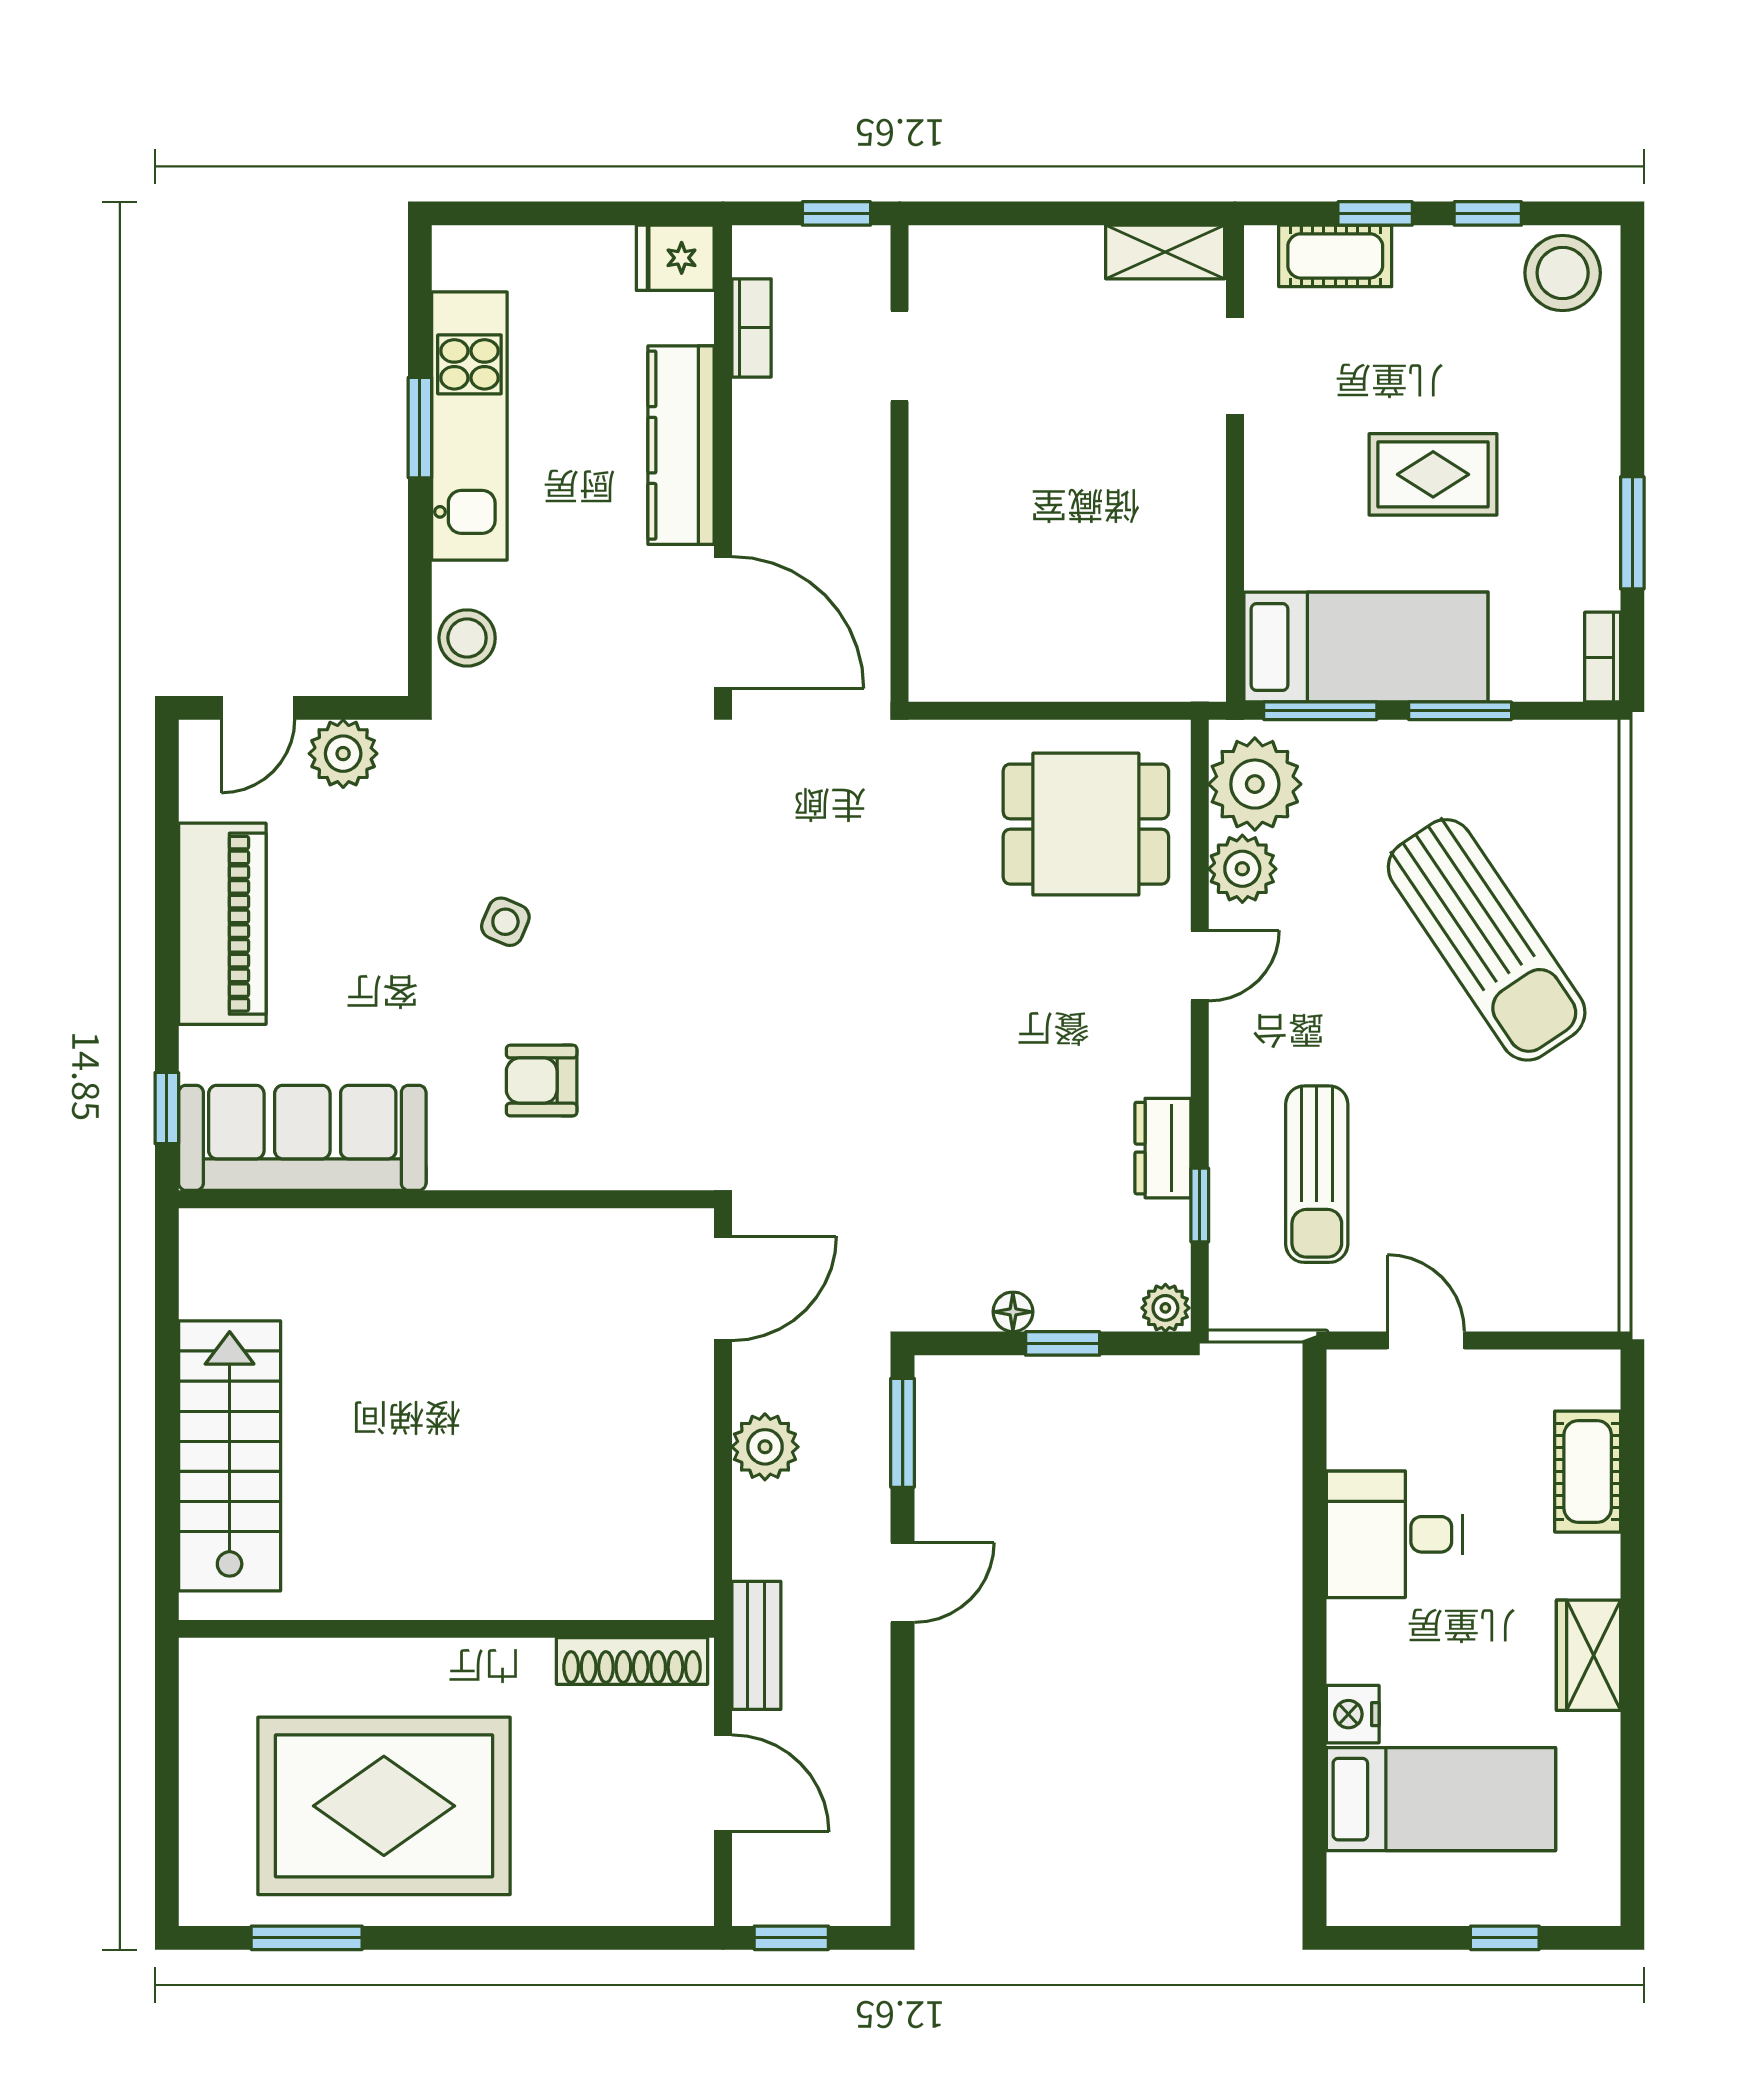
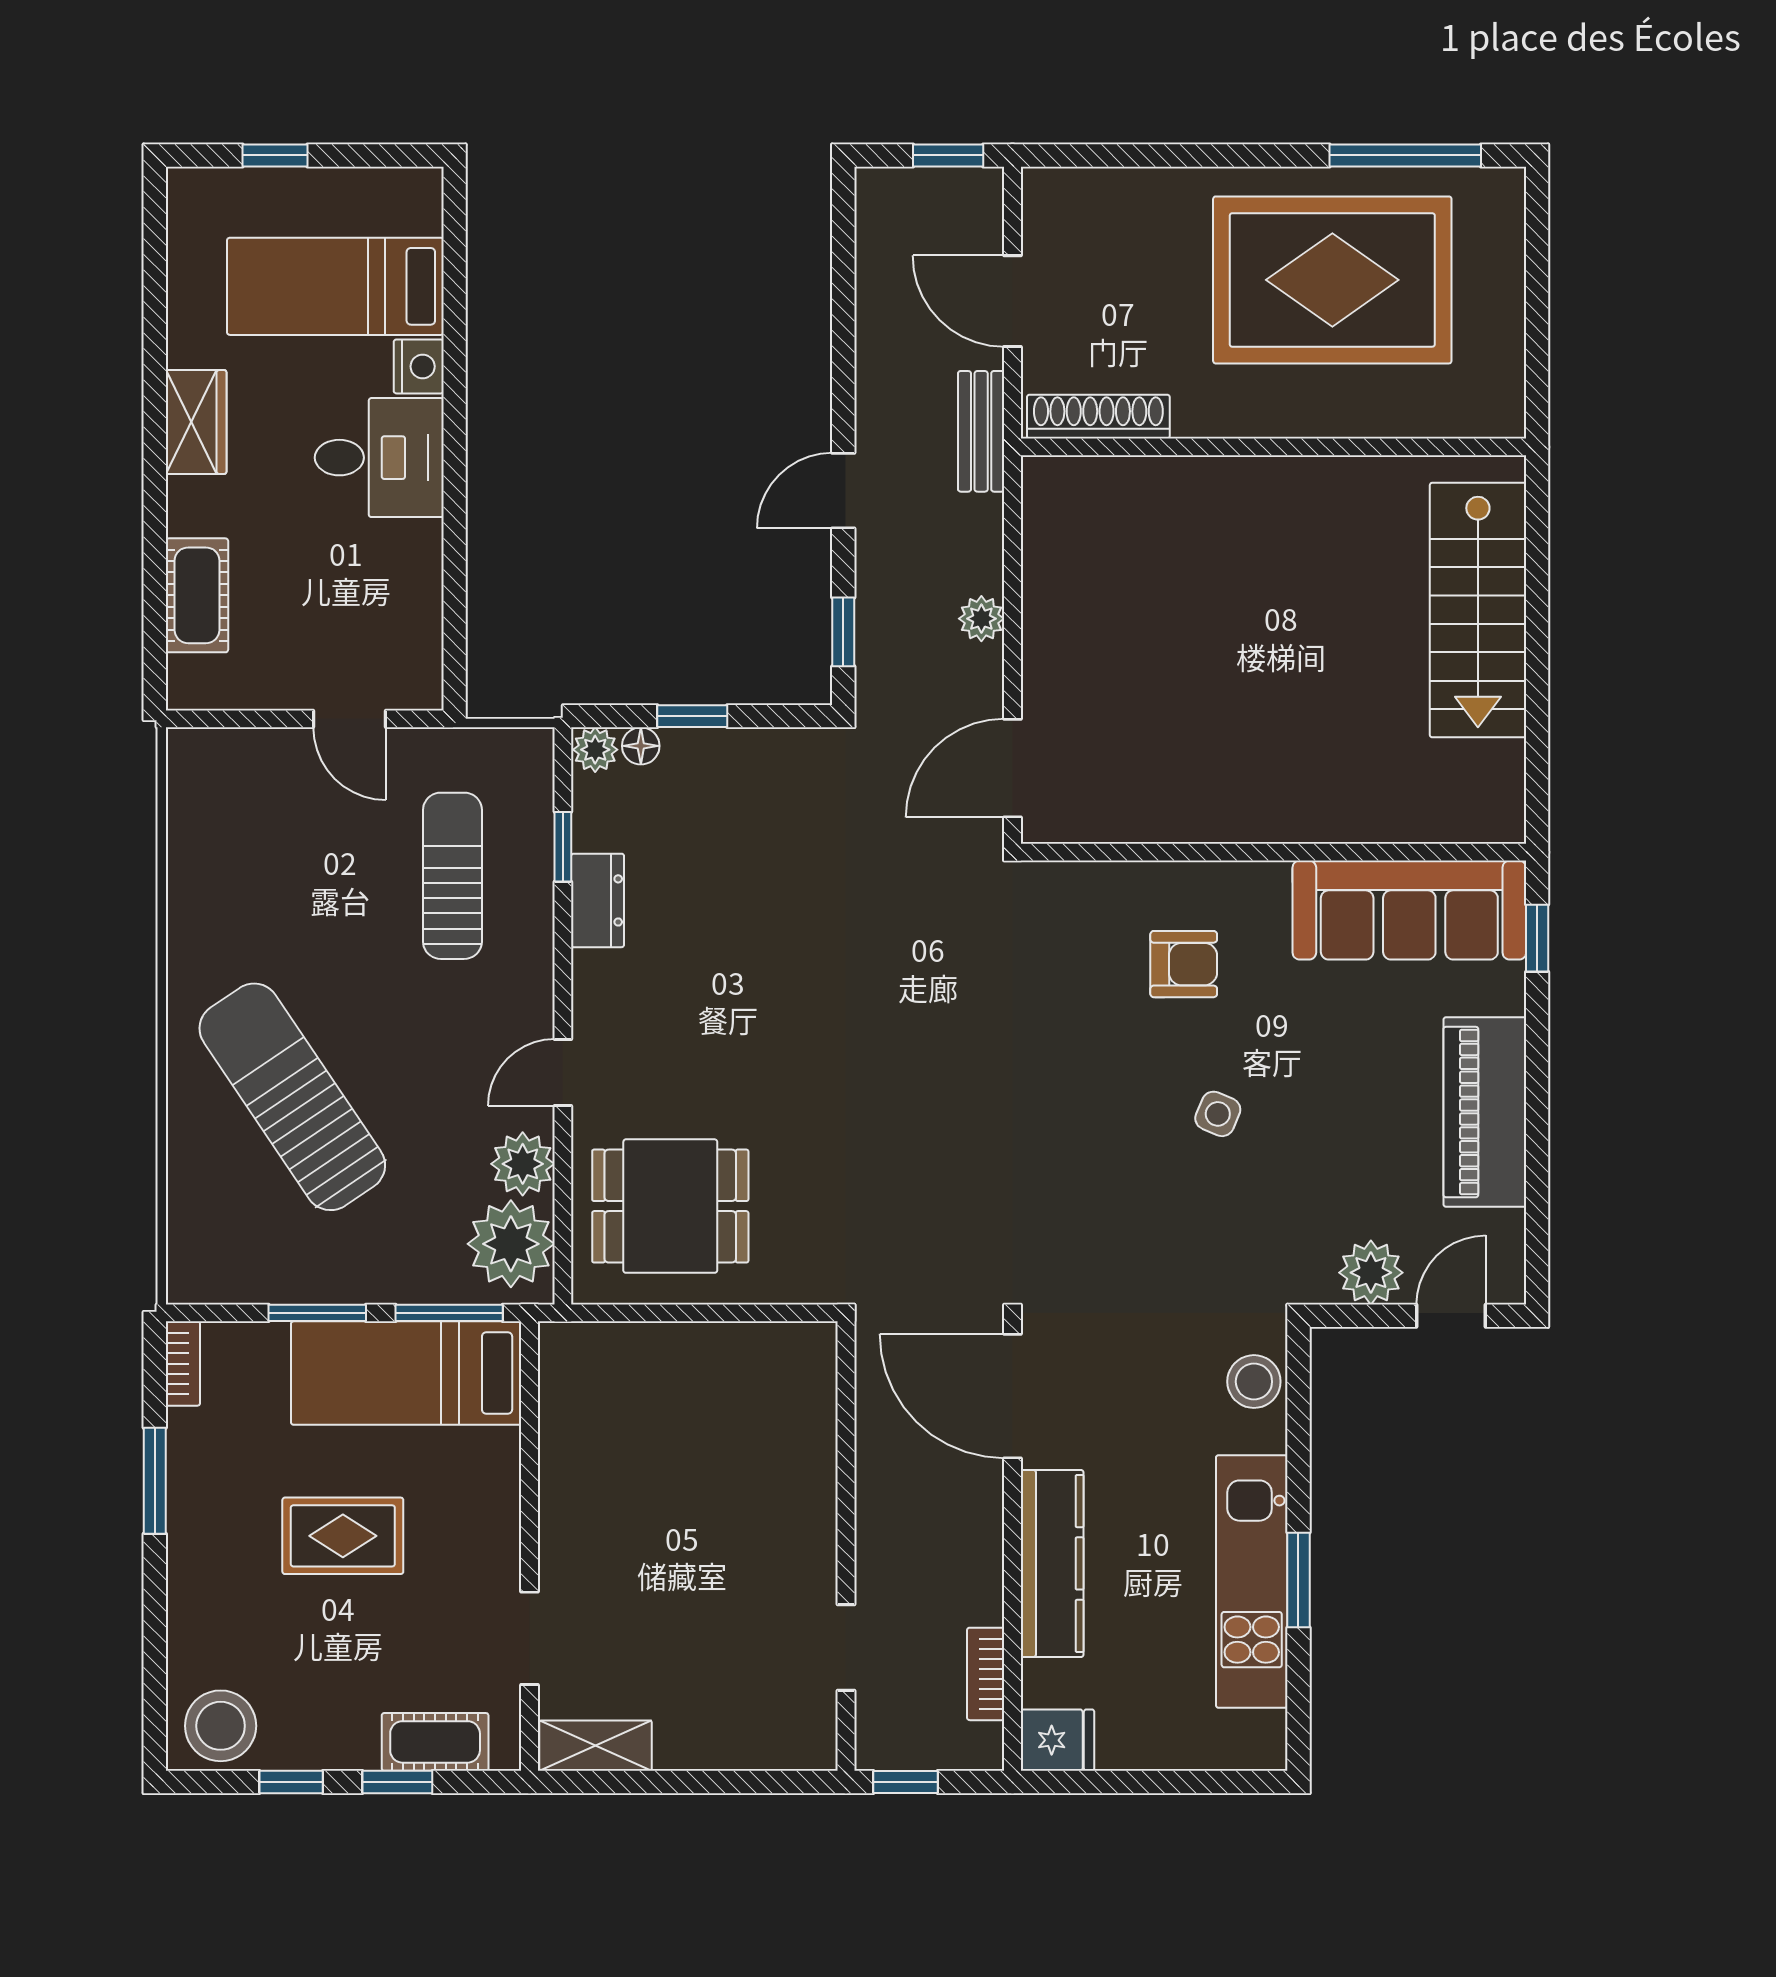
floor lamp: (1013, 1312) -> (641, 746), moved
window: (903, 1433) -> (843, 632), width x0.67
plant: (765, 1447) -> (981, 619), width x0.73, depth x0.73
desk: (1394, 1534) -> (379, 458), moved
window: (307, 1938) -> (1405, 155), width x1.44

